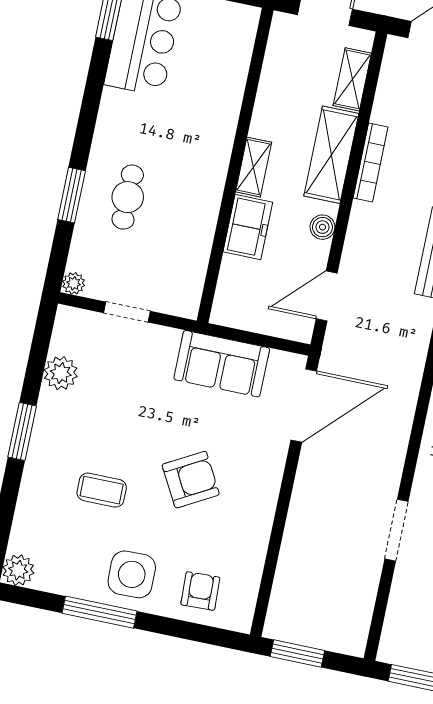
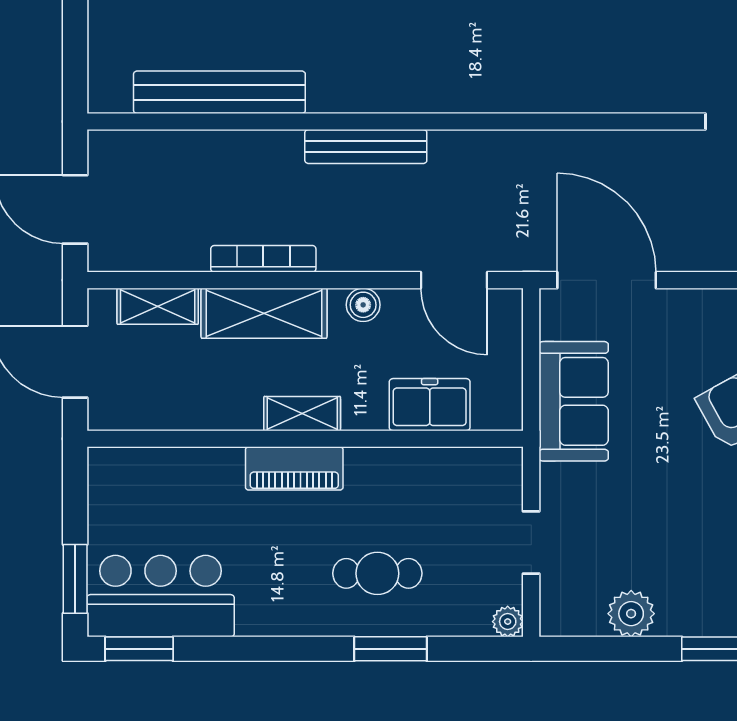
piano: (215, 153) -> (294, 468), added
freezer: (248, 227) -> (430, 405), moved

